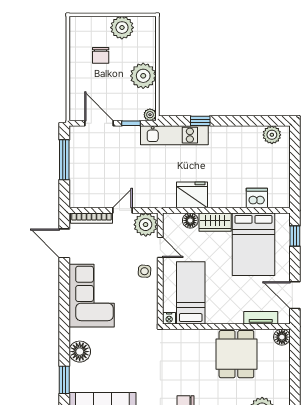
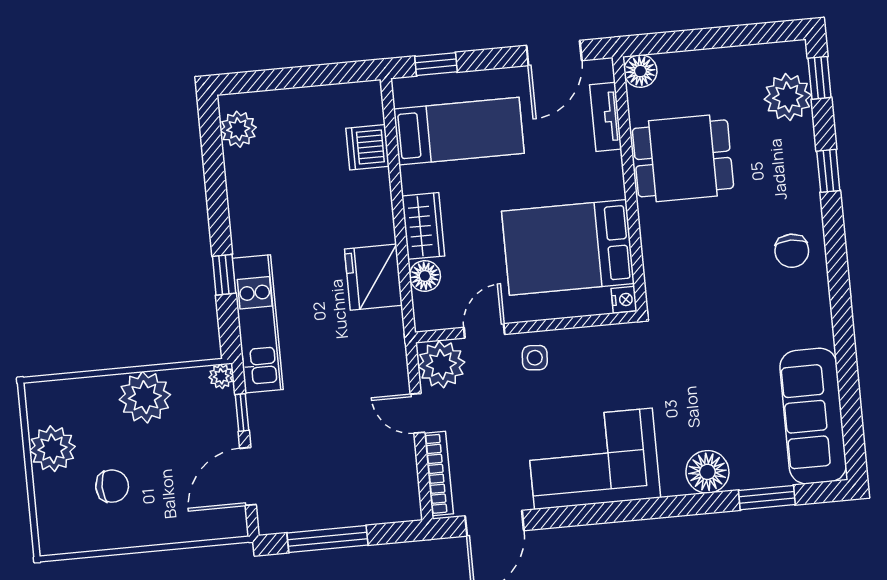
bed: (253, 244) -> (459, 131), width x0.67
bed: (191, 293) -> (568, 247), width x1.50

